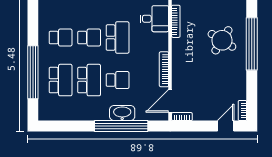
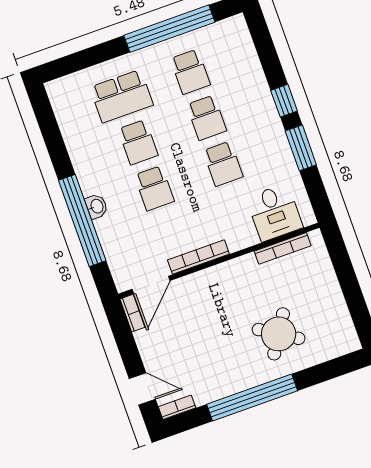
school desk: (118, 38) -> (223, 164), width x0.54
window: (252, 44) -> (252, 398), moved
window: (33, 72) -> (169, 29), moved
school desk: (89, 80) -> (138, 142), width x0.54
door: (170, 101) -> (151, 285), swing flipped
washbasin: (122, 113) -> (97, 206), width x0.52, depth x0.69

